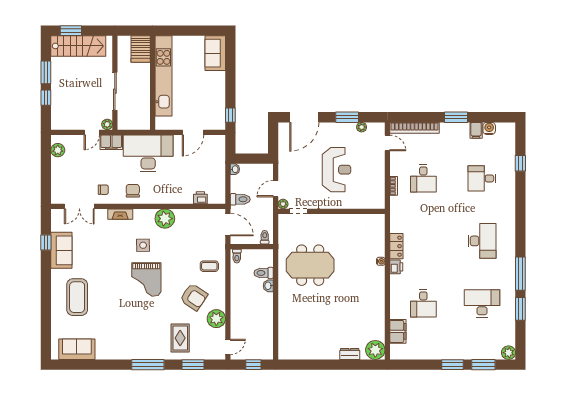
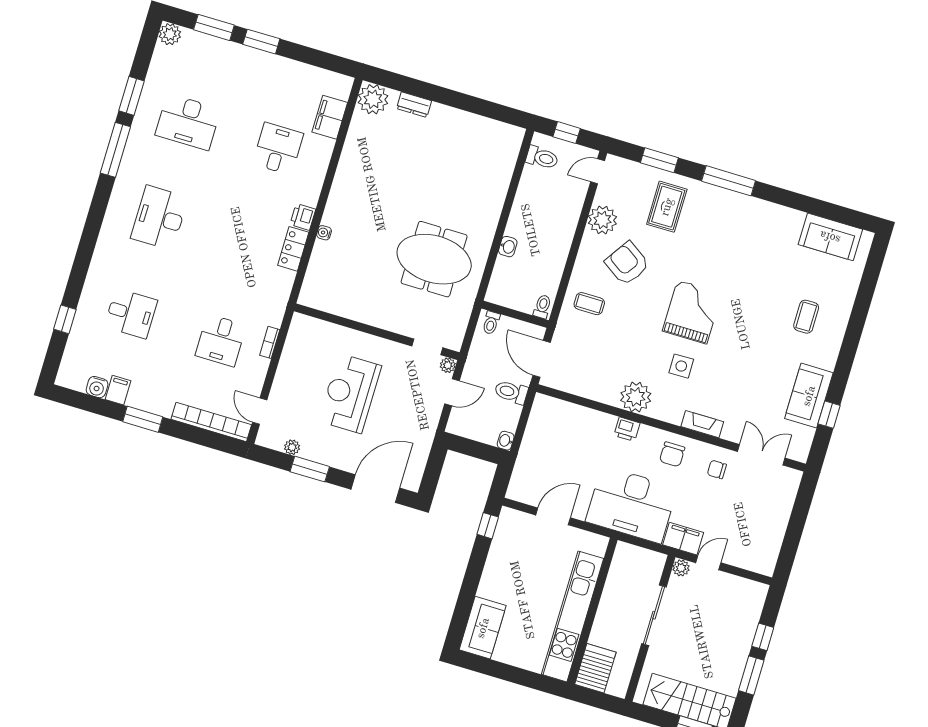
plant: (58, 150) -> (769, 551), removed
desk: (423, 178) -> (221, 340), turned 180
printer: (200, 198) -> (627, 429), moved
toilet: (264, 273) -> (542, 158), moved
coffee table: (77, 297) -> (806, 317), width x0.54, depth x0.58

